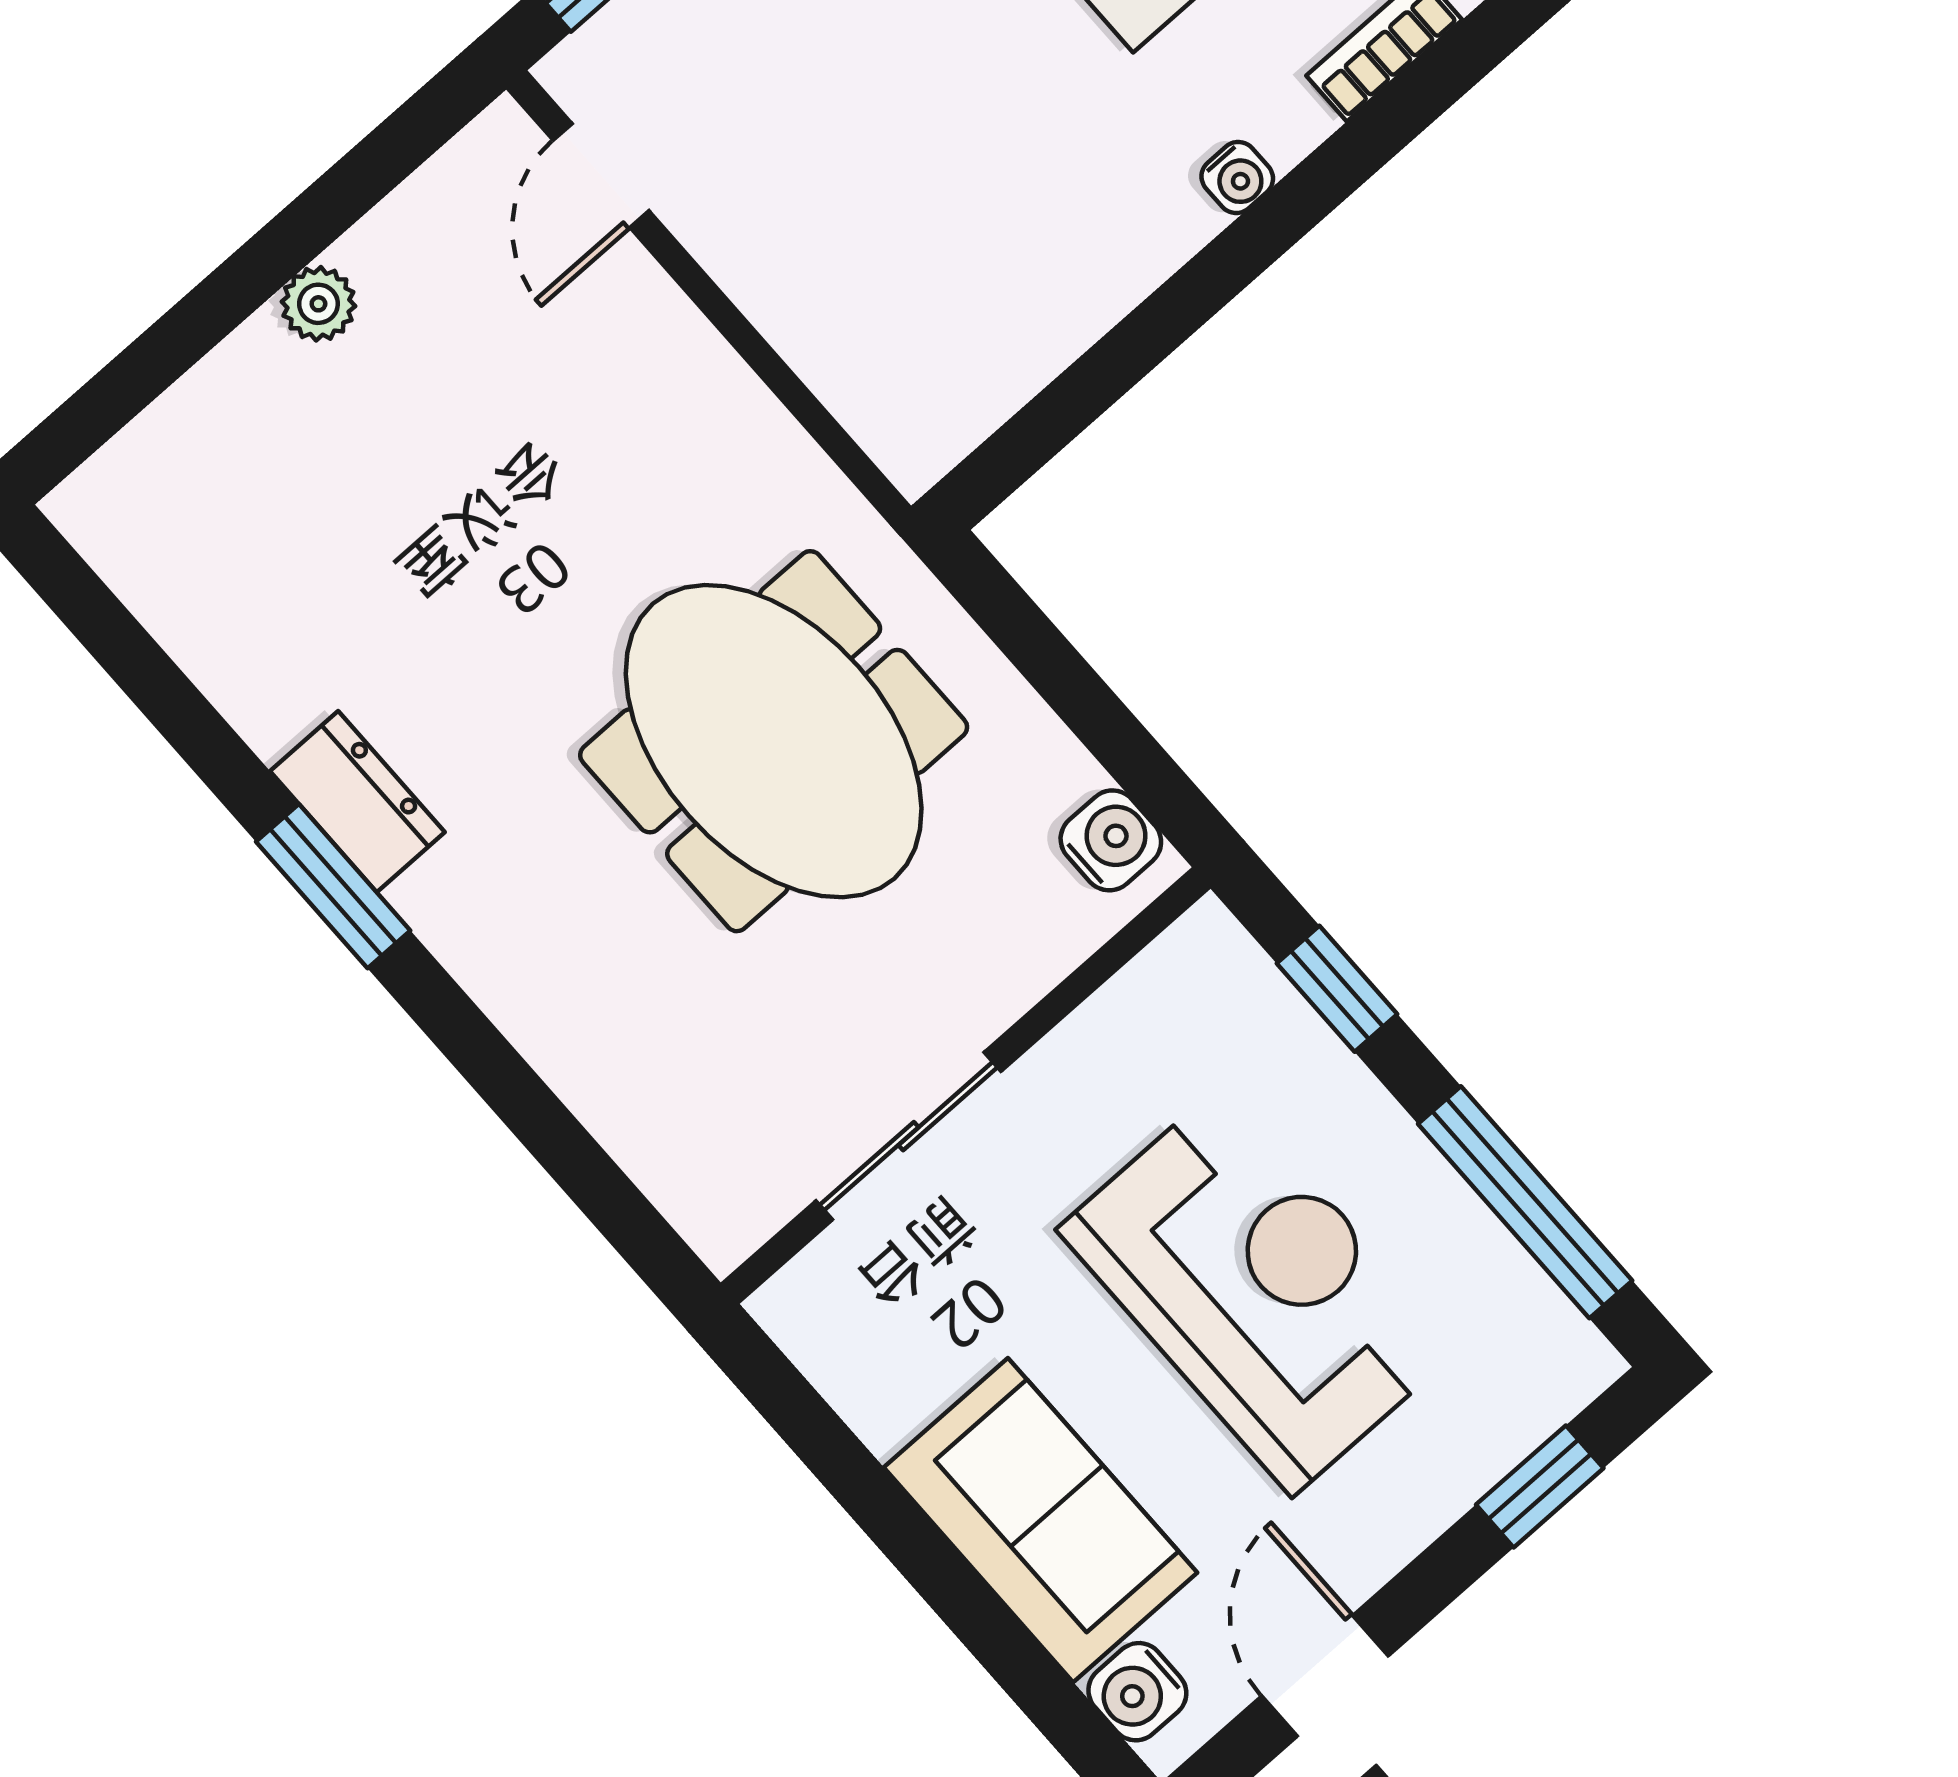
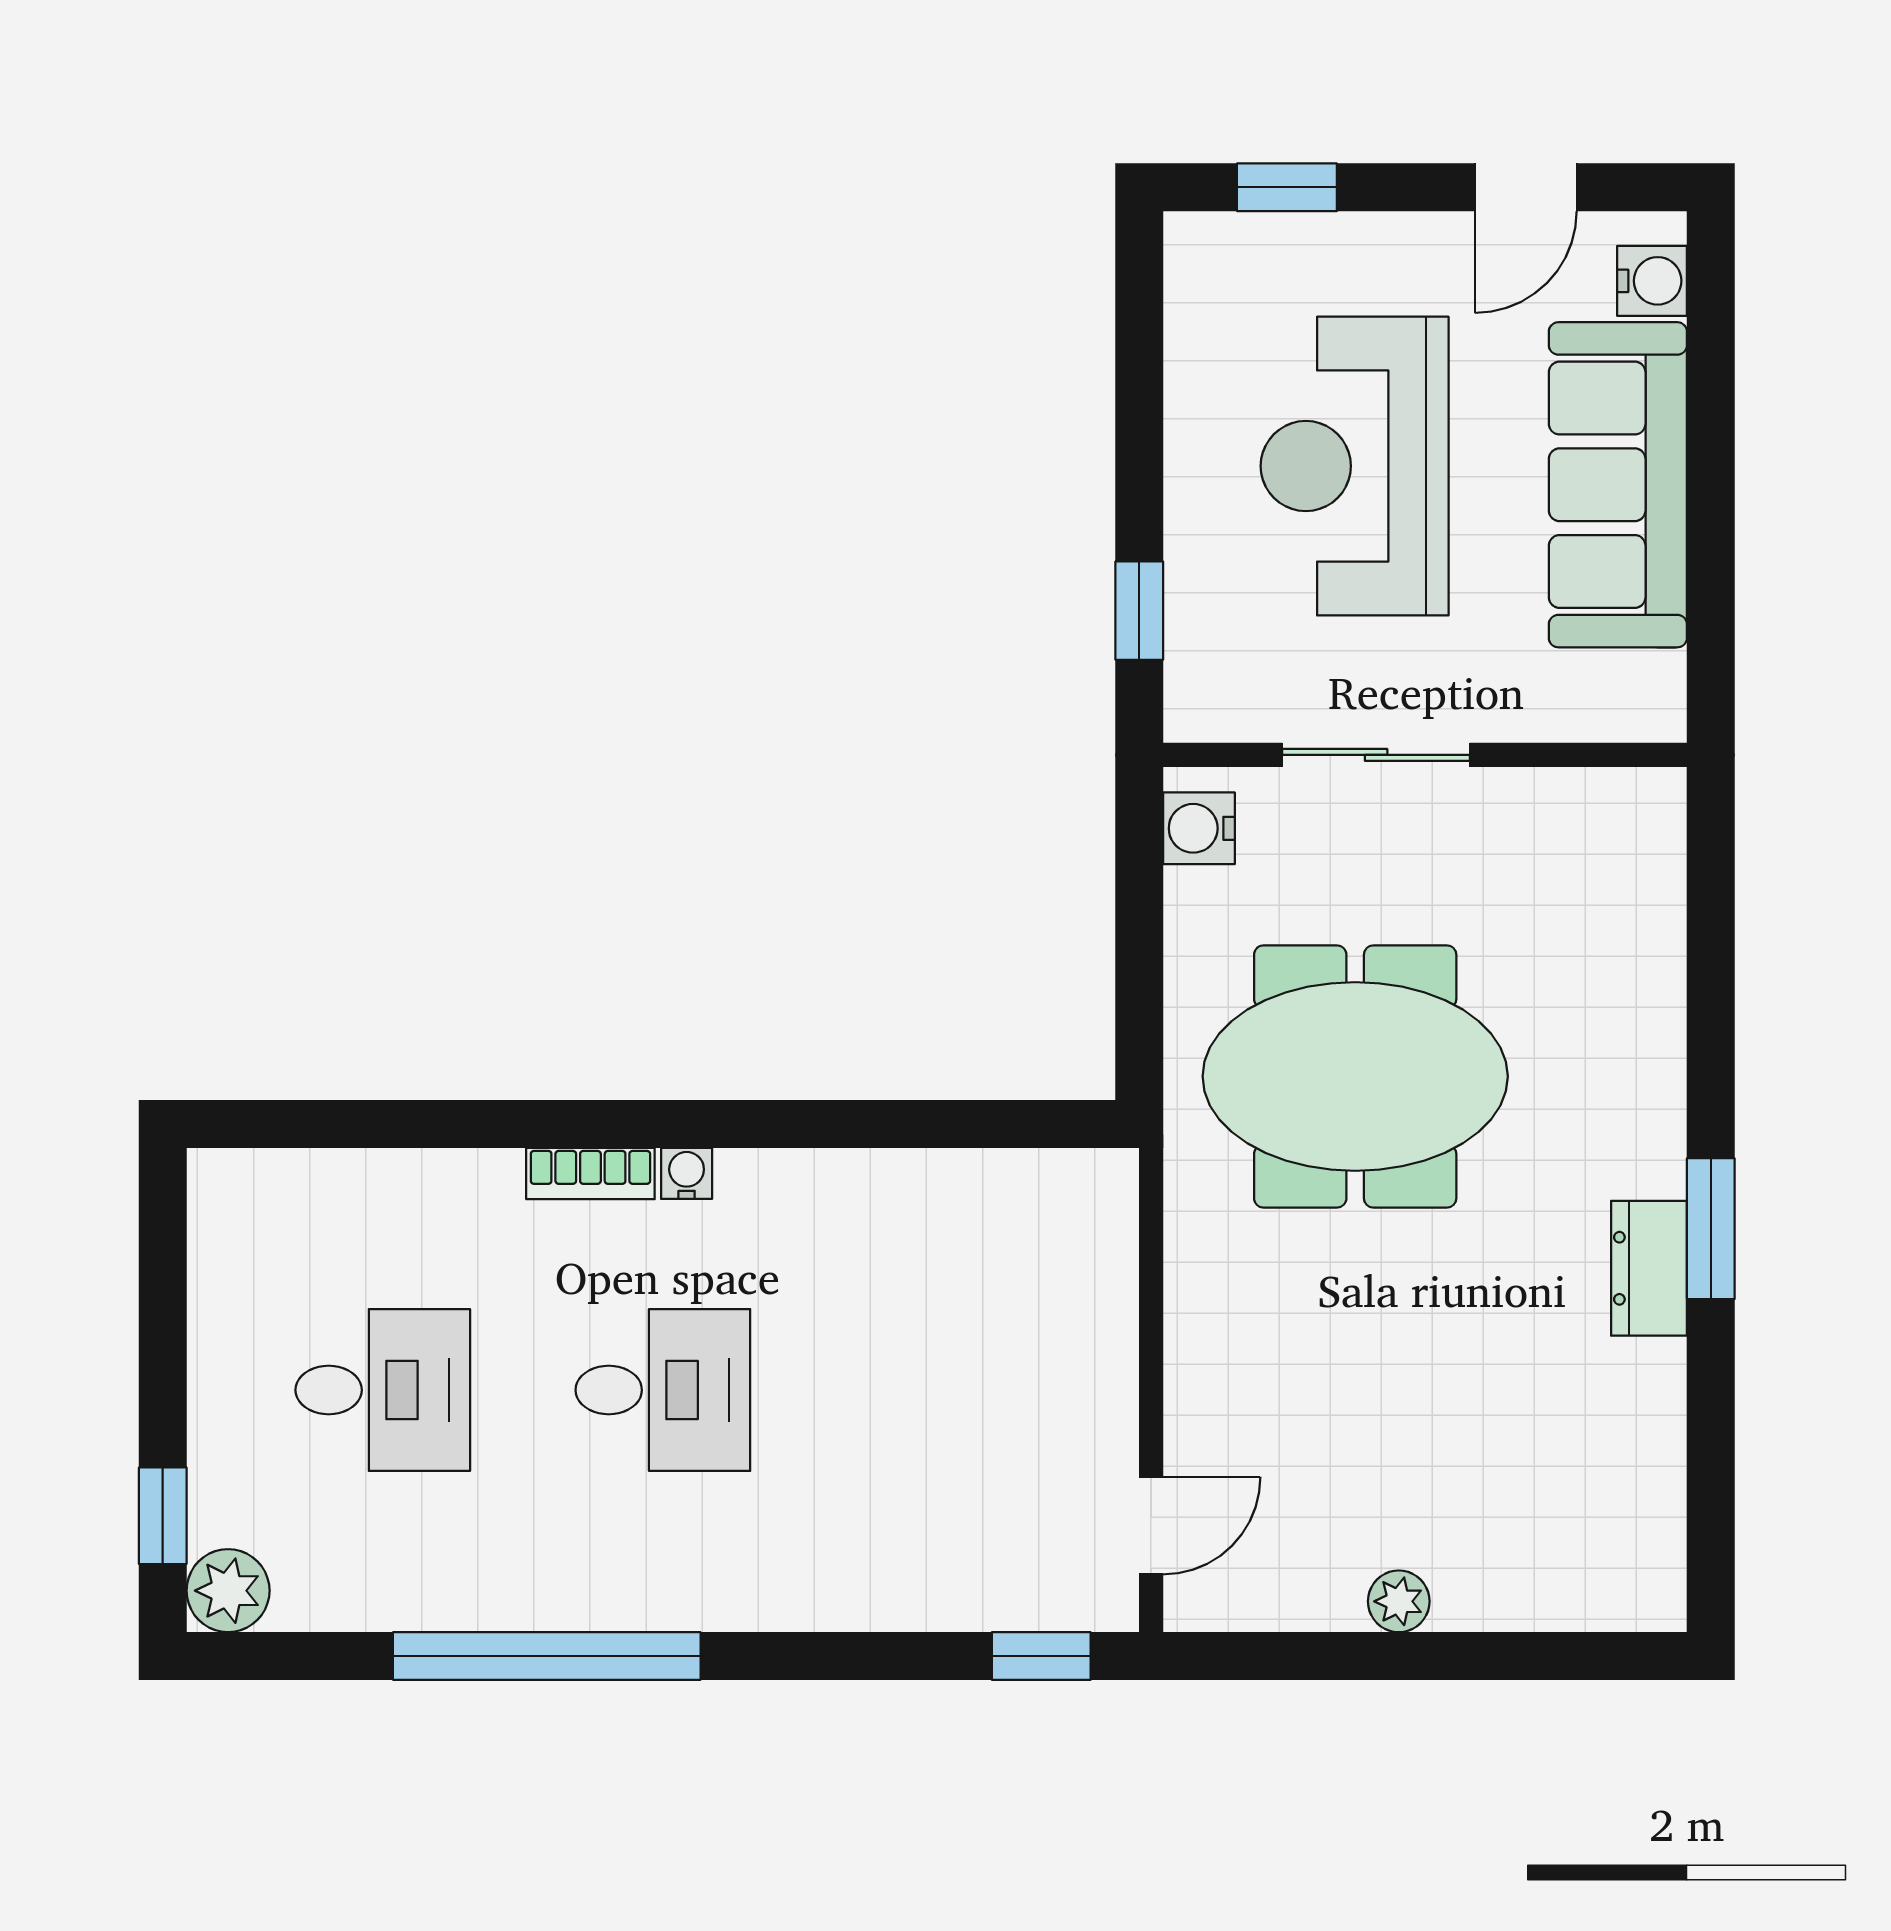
water cooler: (1237, 178) -> (687, 1173), moved
meeting table: (774, 741) -> (1355, 1076), turned 90
sliding door: (908, 1136) -> (1376, 755), moved
window: (1525, 1202) -> (1139, 373), removed
sofa: (1041, 1520) -> (1618, 485), width x1.36

